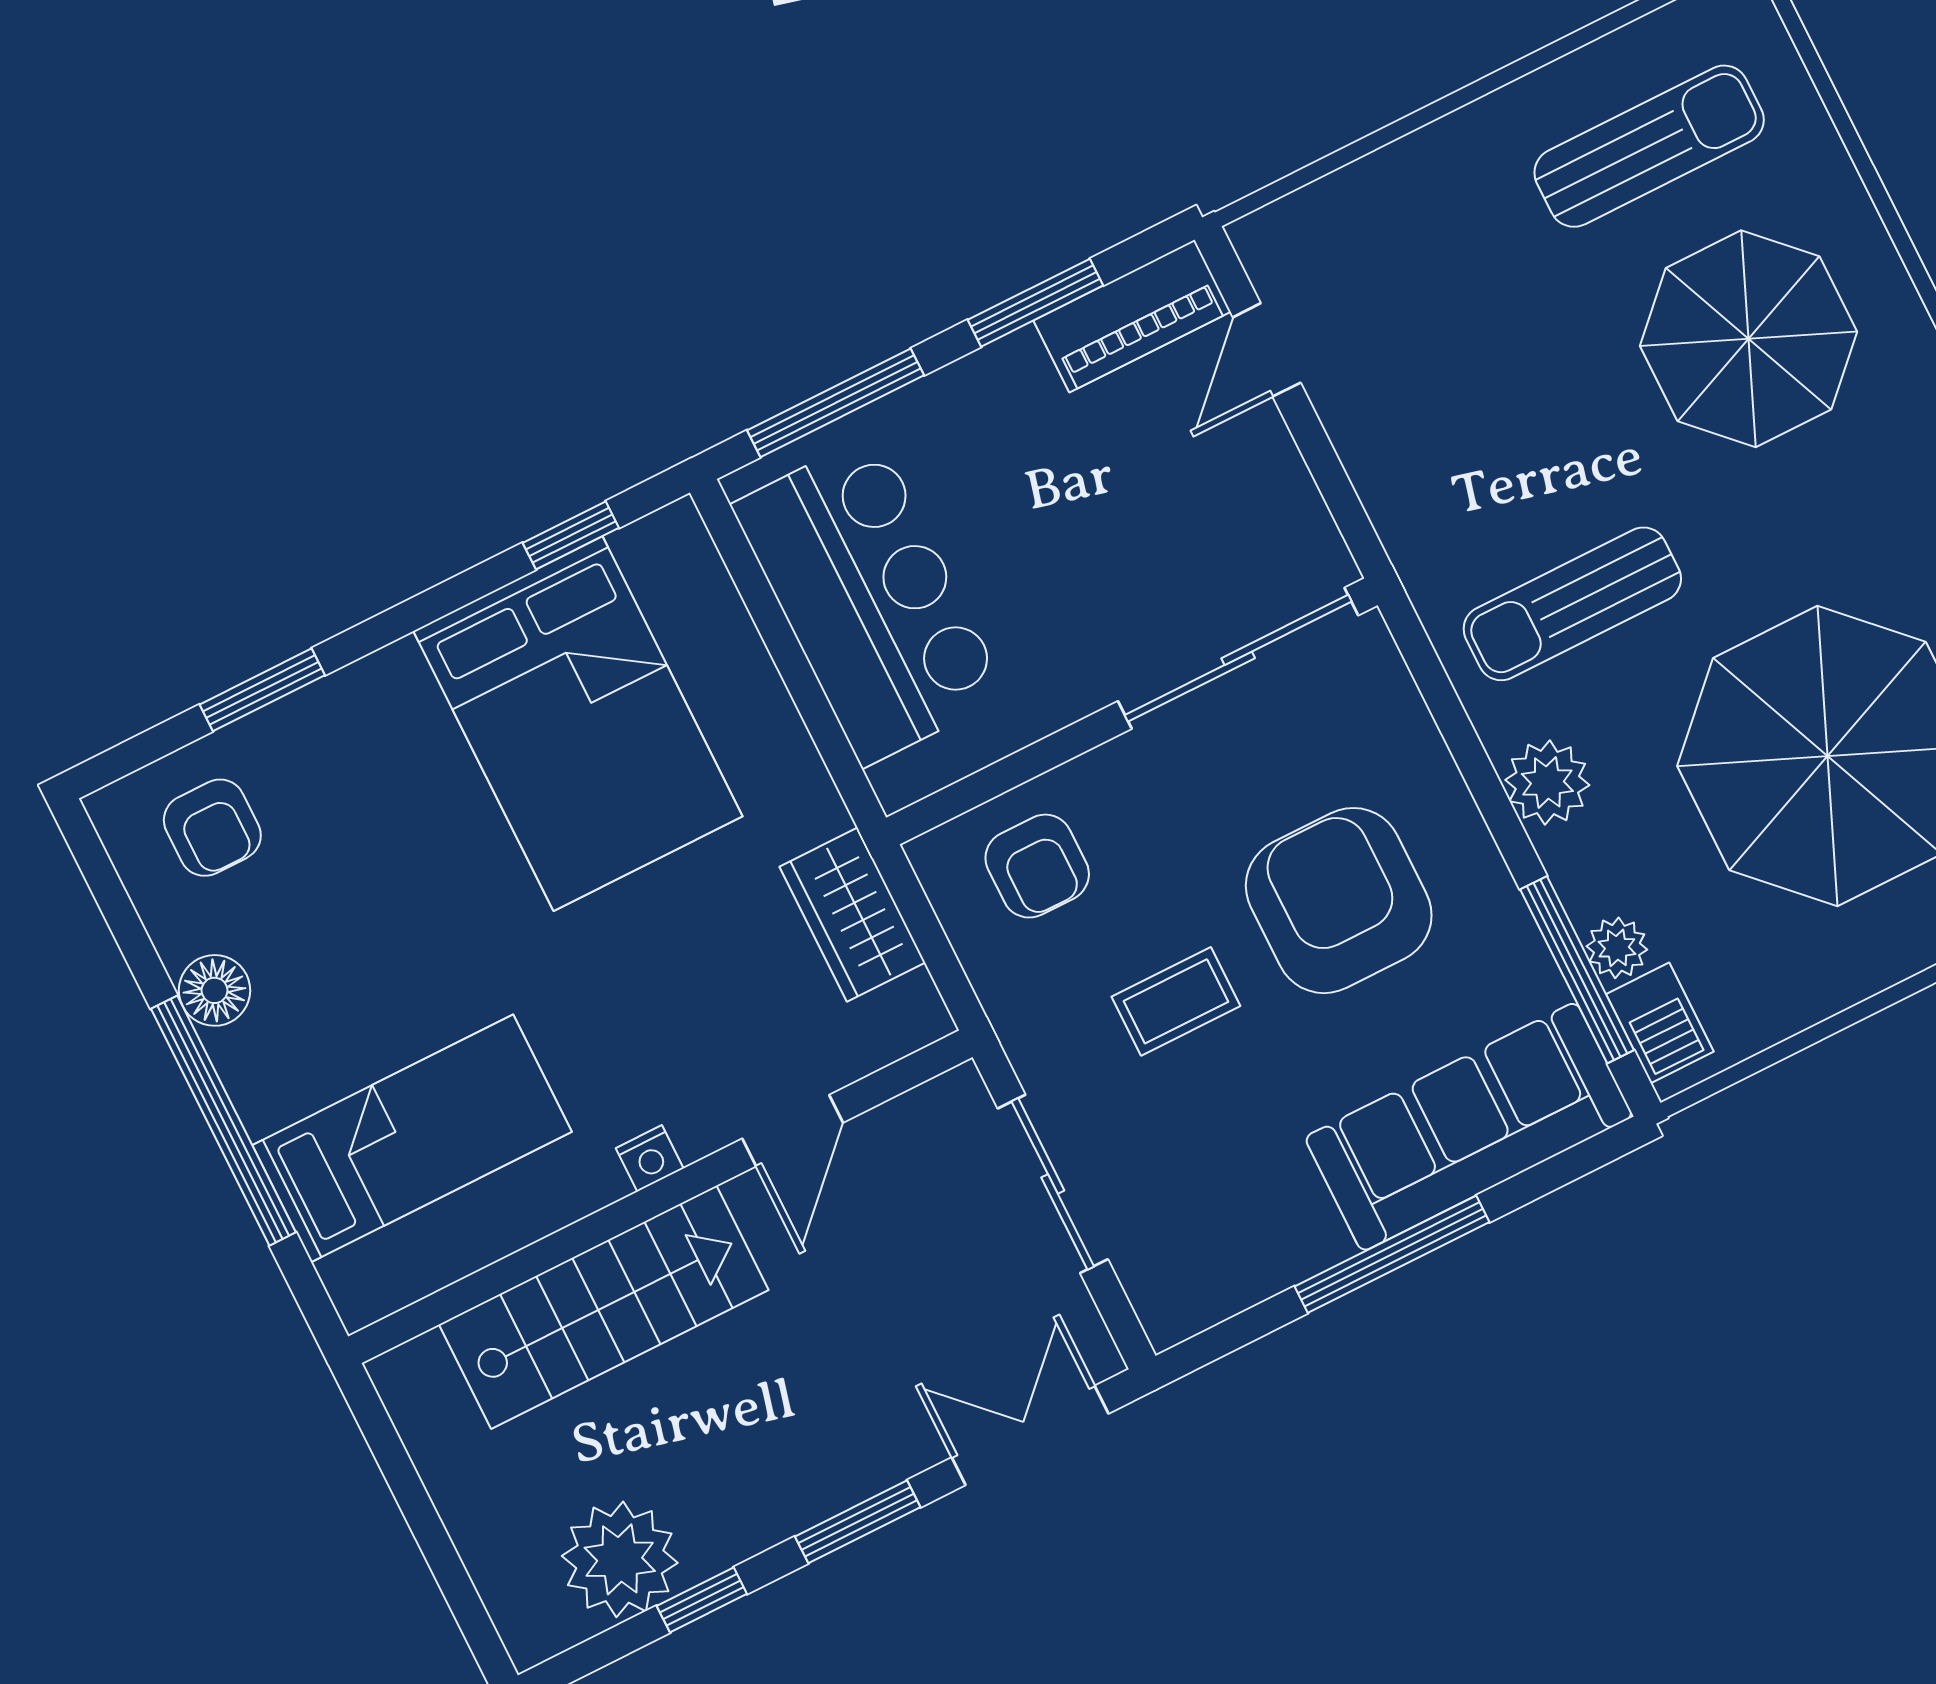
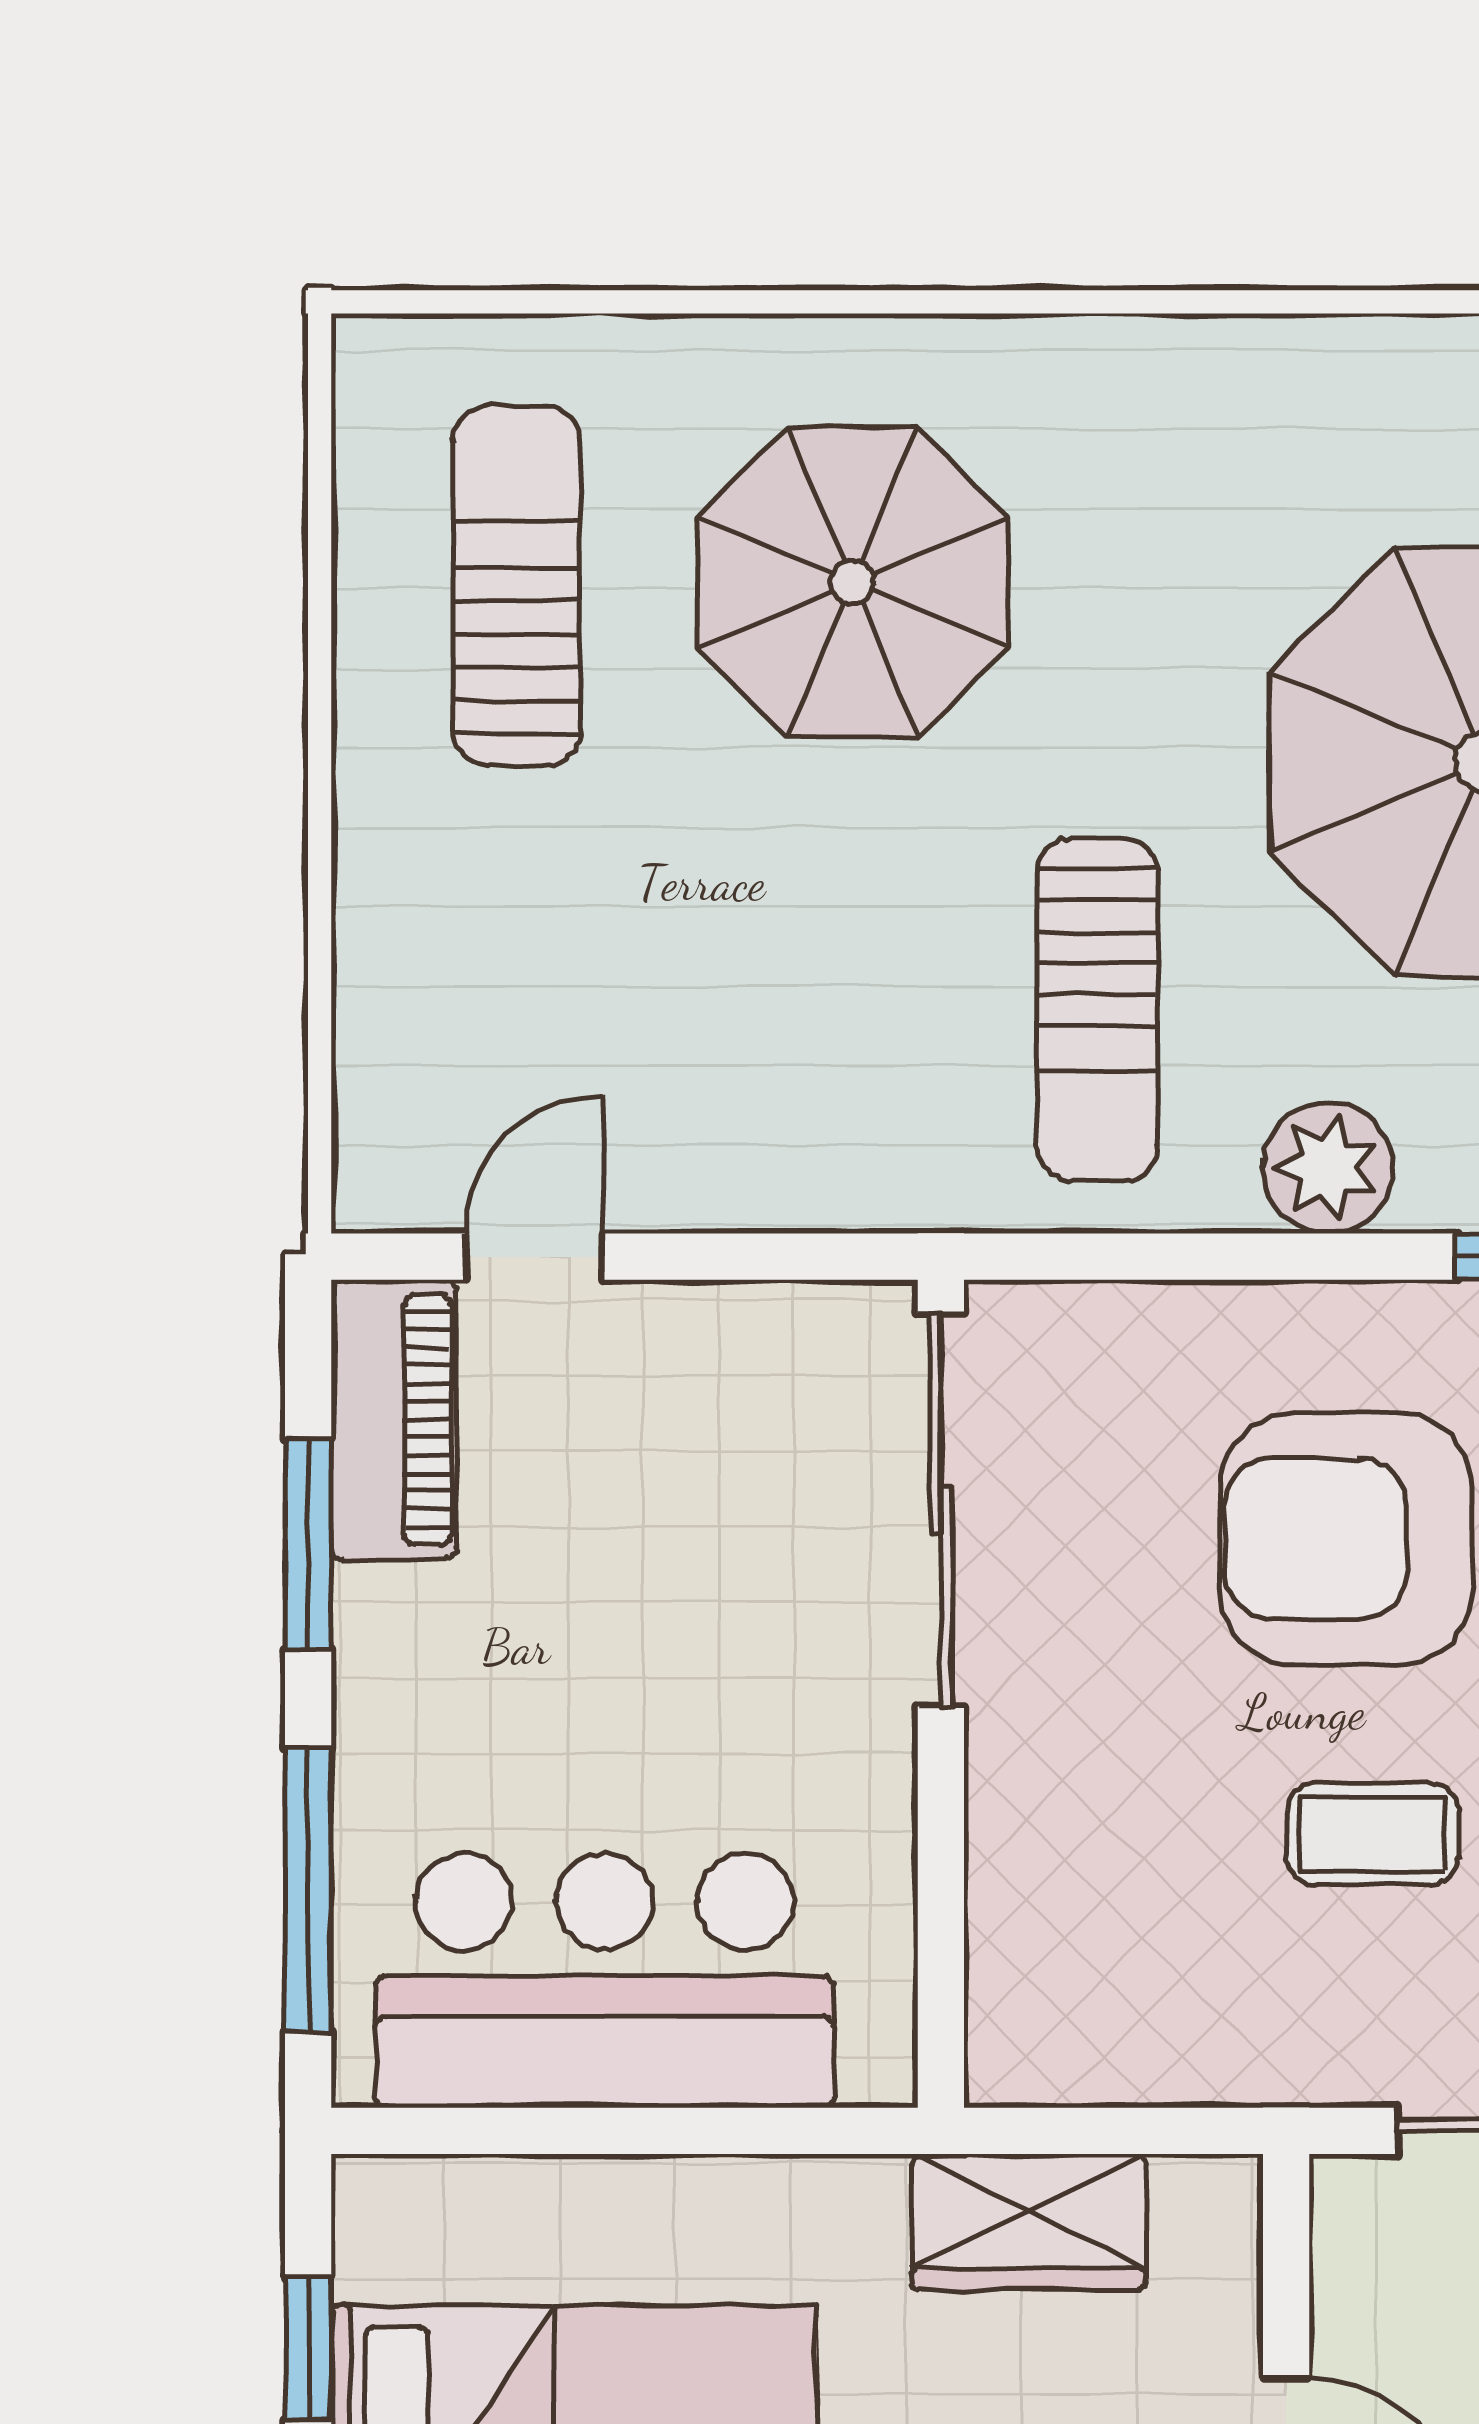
door: (1267, 350) -> (534, 1257), swing flipped
armchair: (1037, 866) -> (1089, 1932), removed
coffee table: (1176, 1001) -> (1373, 1834), turned 90

